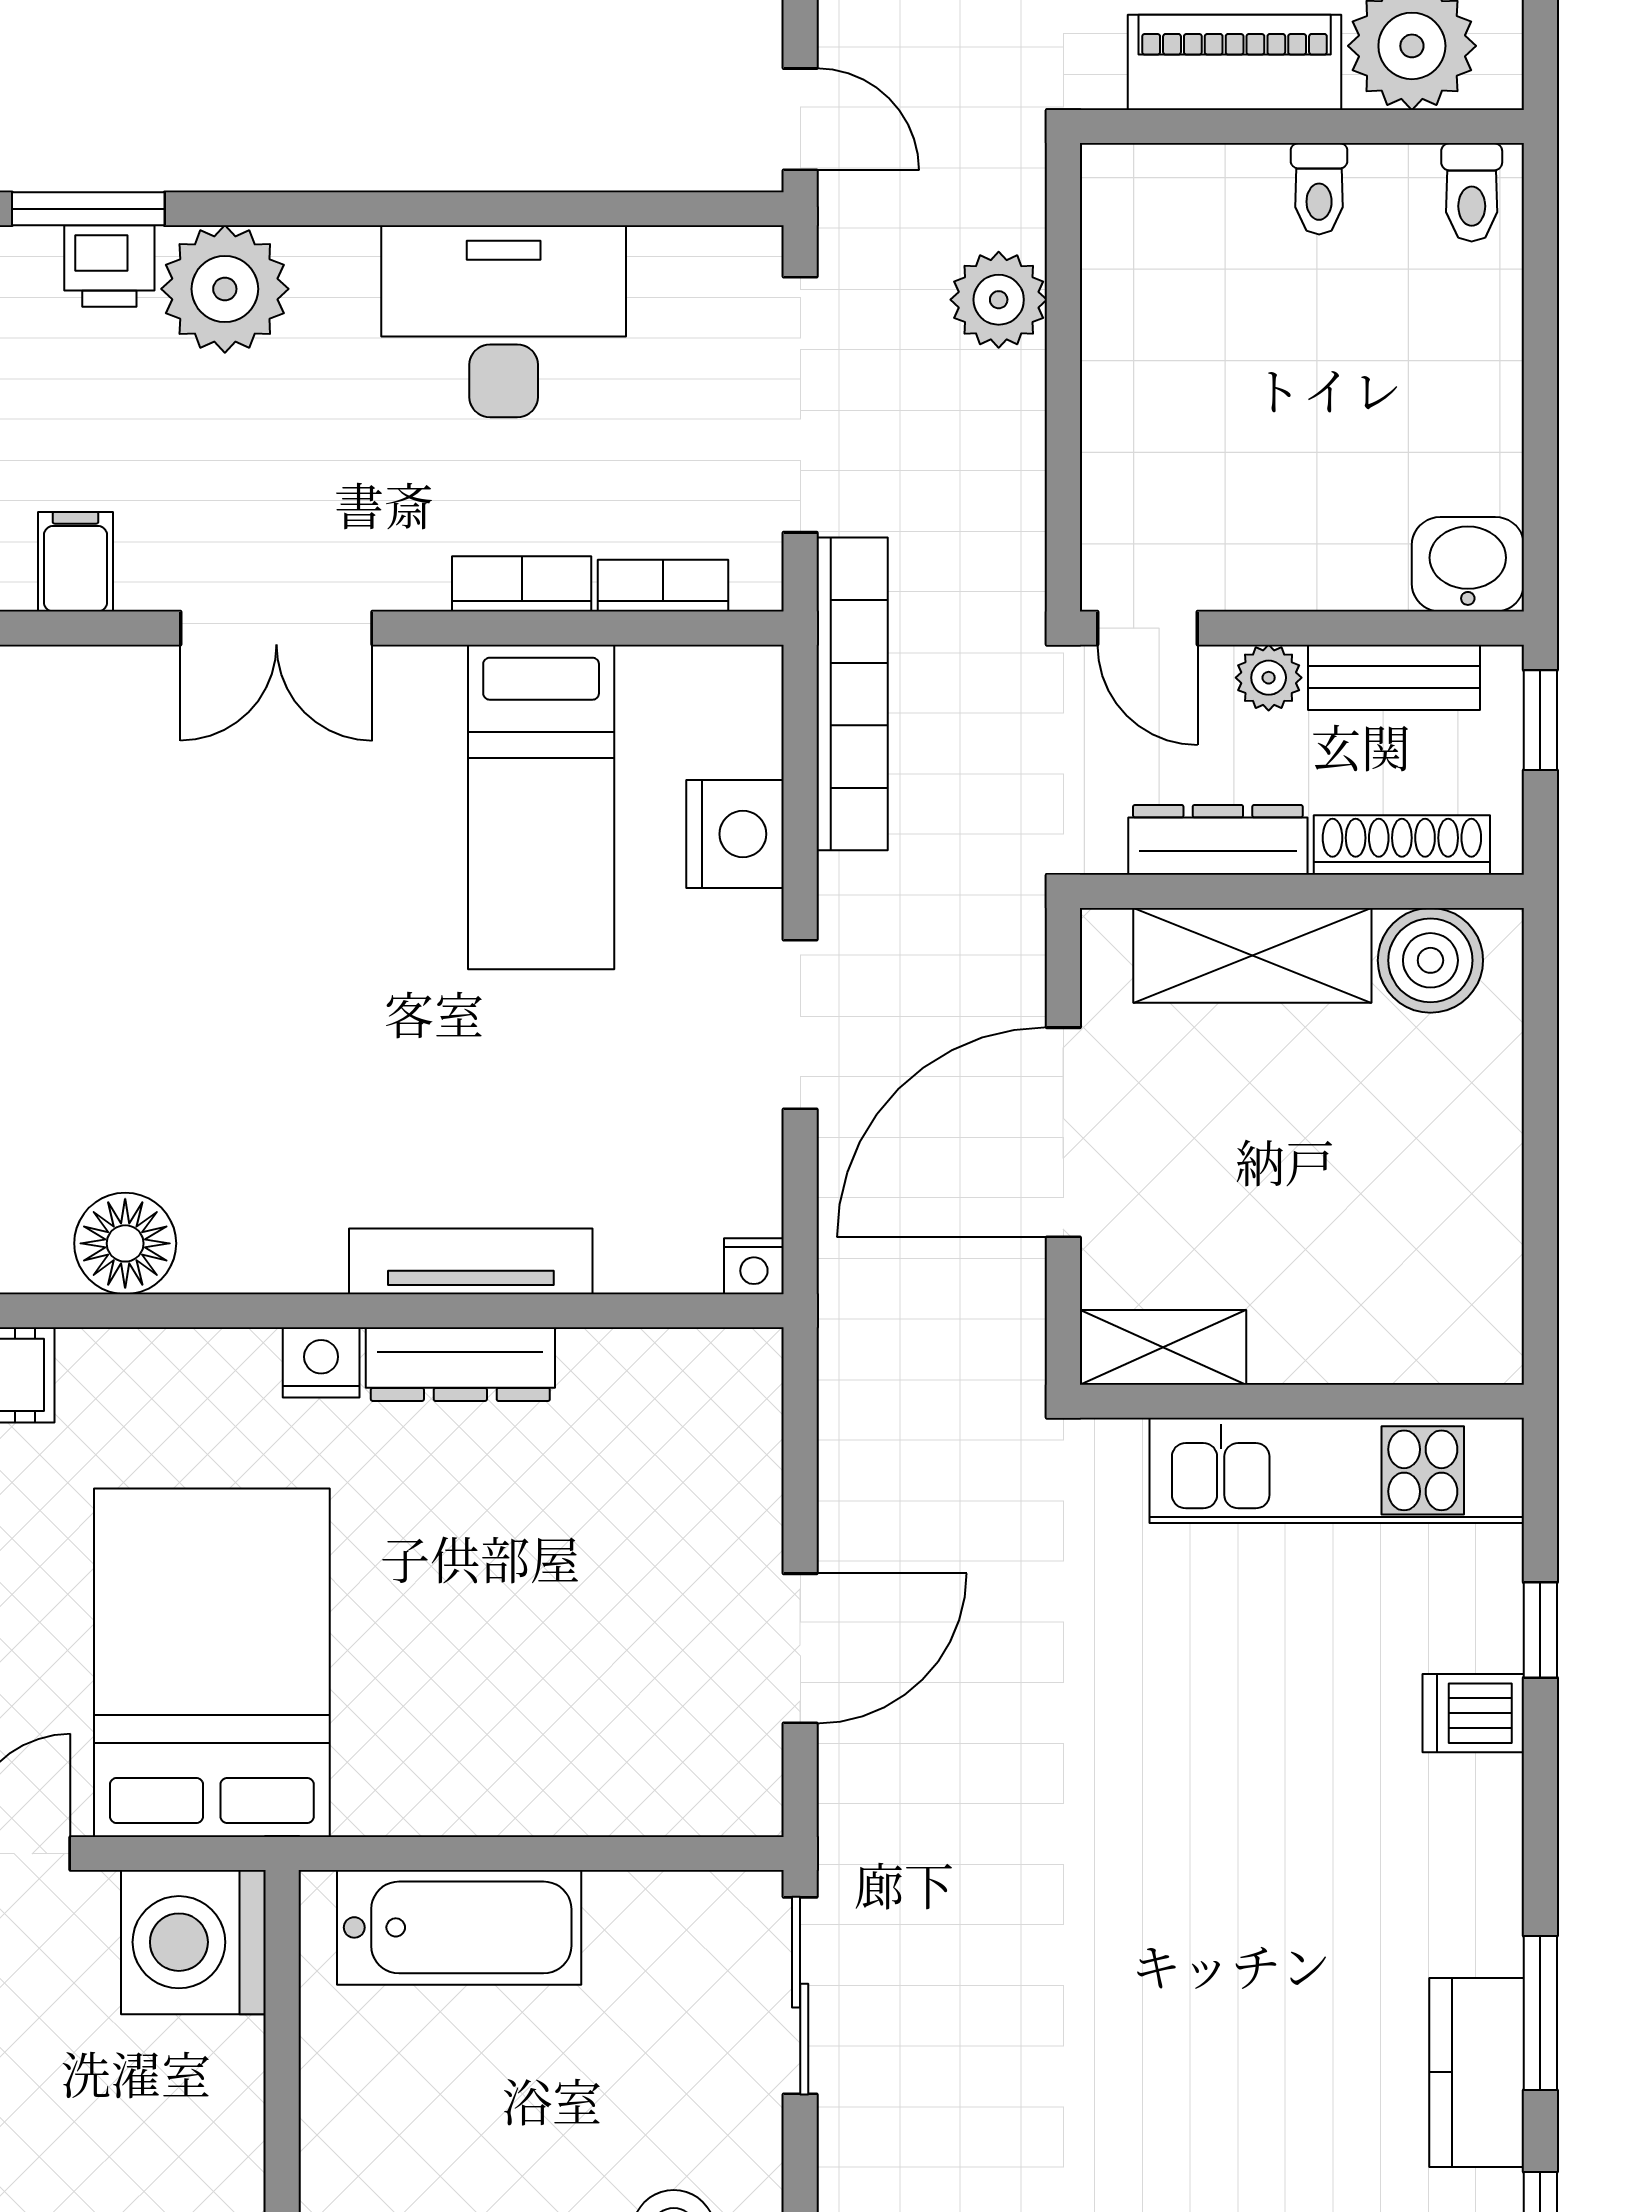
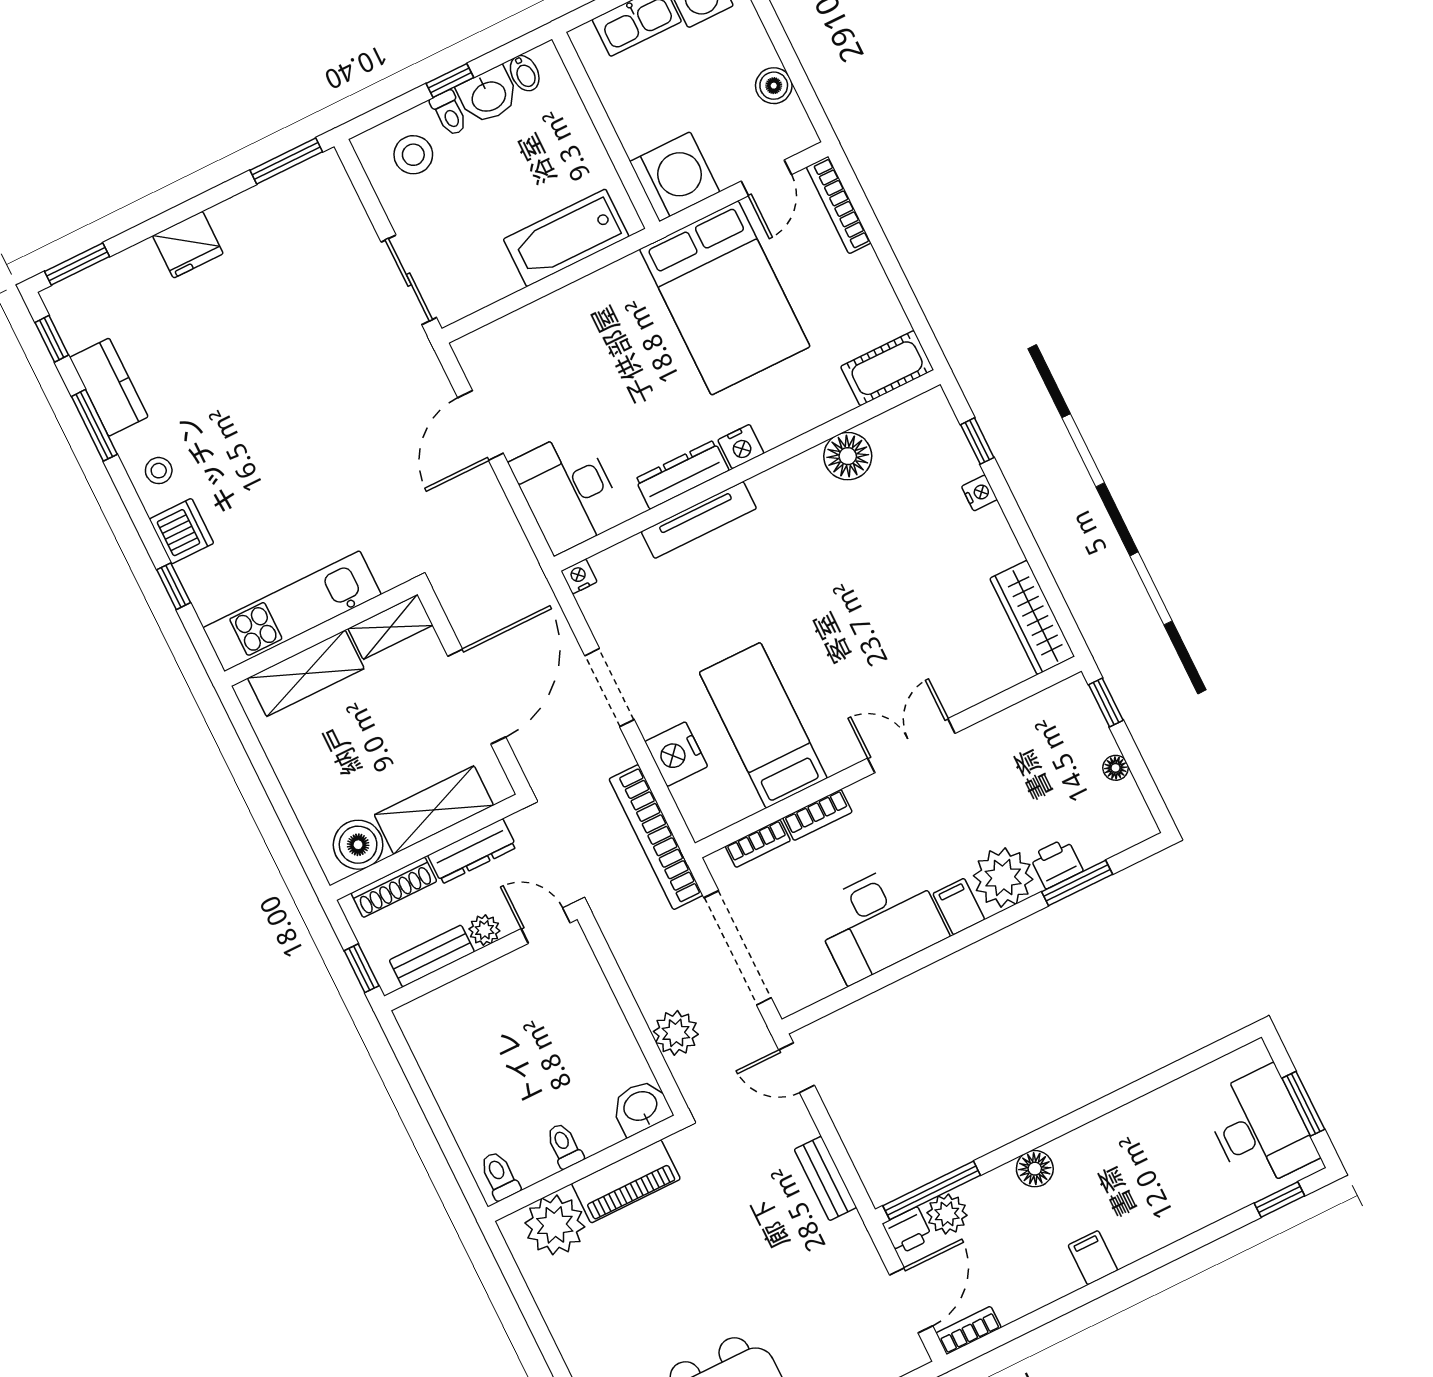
filing cabinet: (76, 562) -> (959, 907), moved, turned 180
washbasin: (1468, 564) -> (641, 1107), moved, turned 180
shelving: (1369, 1338) -> (306, 673), added
desk: (695, 1440) -> (568, 491), added
dishwasher: (1473, 1713) -> (181, 531), width x1.38
stool: (1460, 1866) -> (159, 471), added

